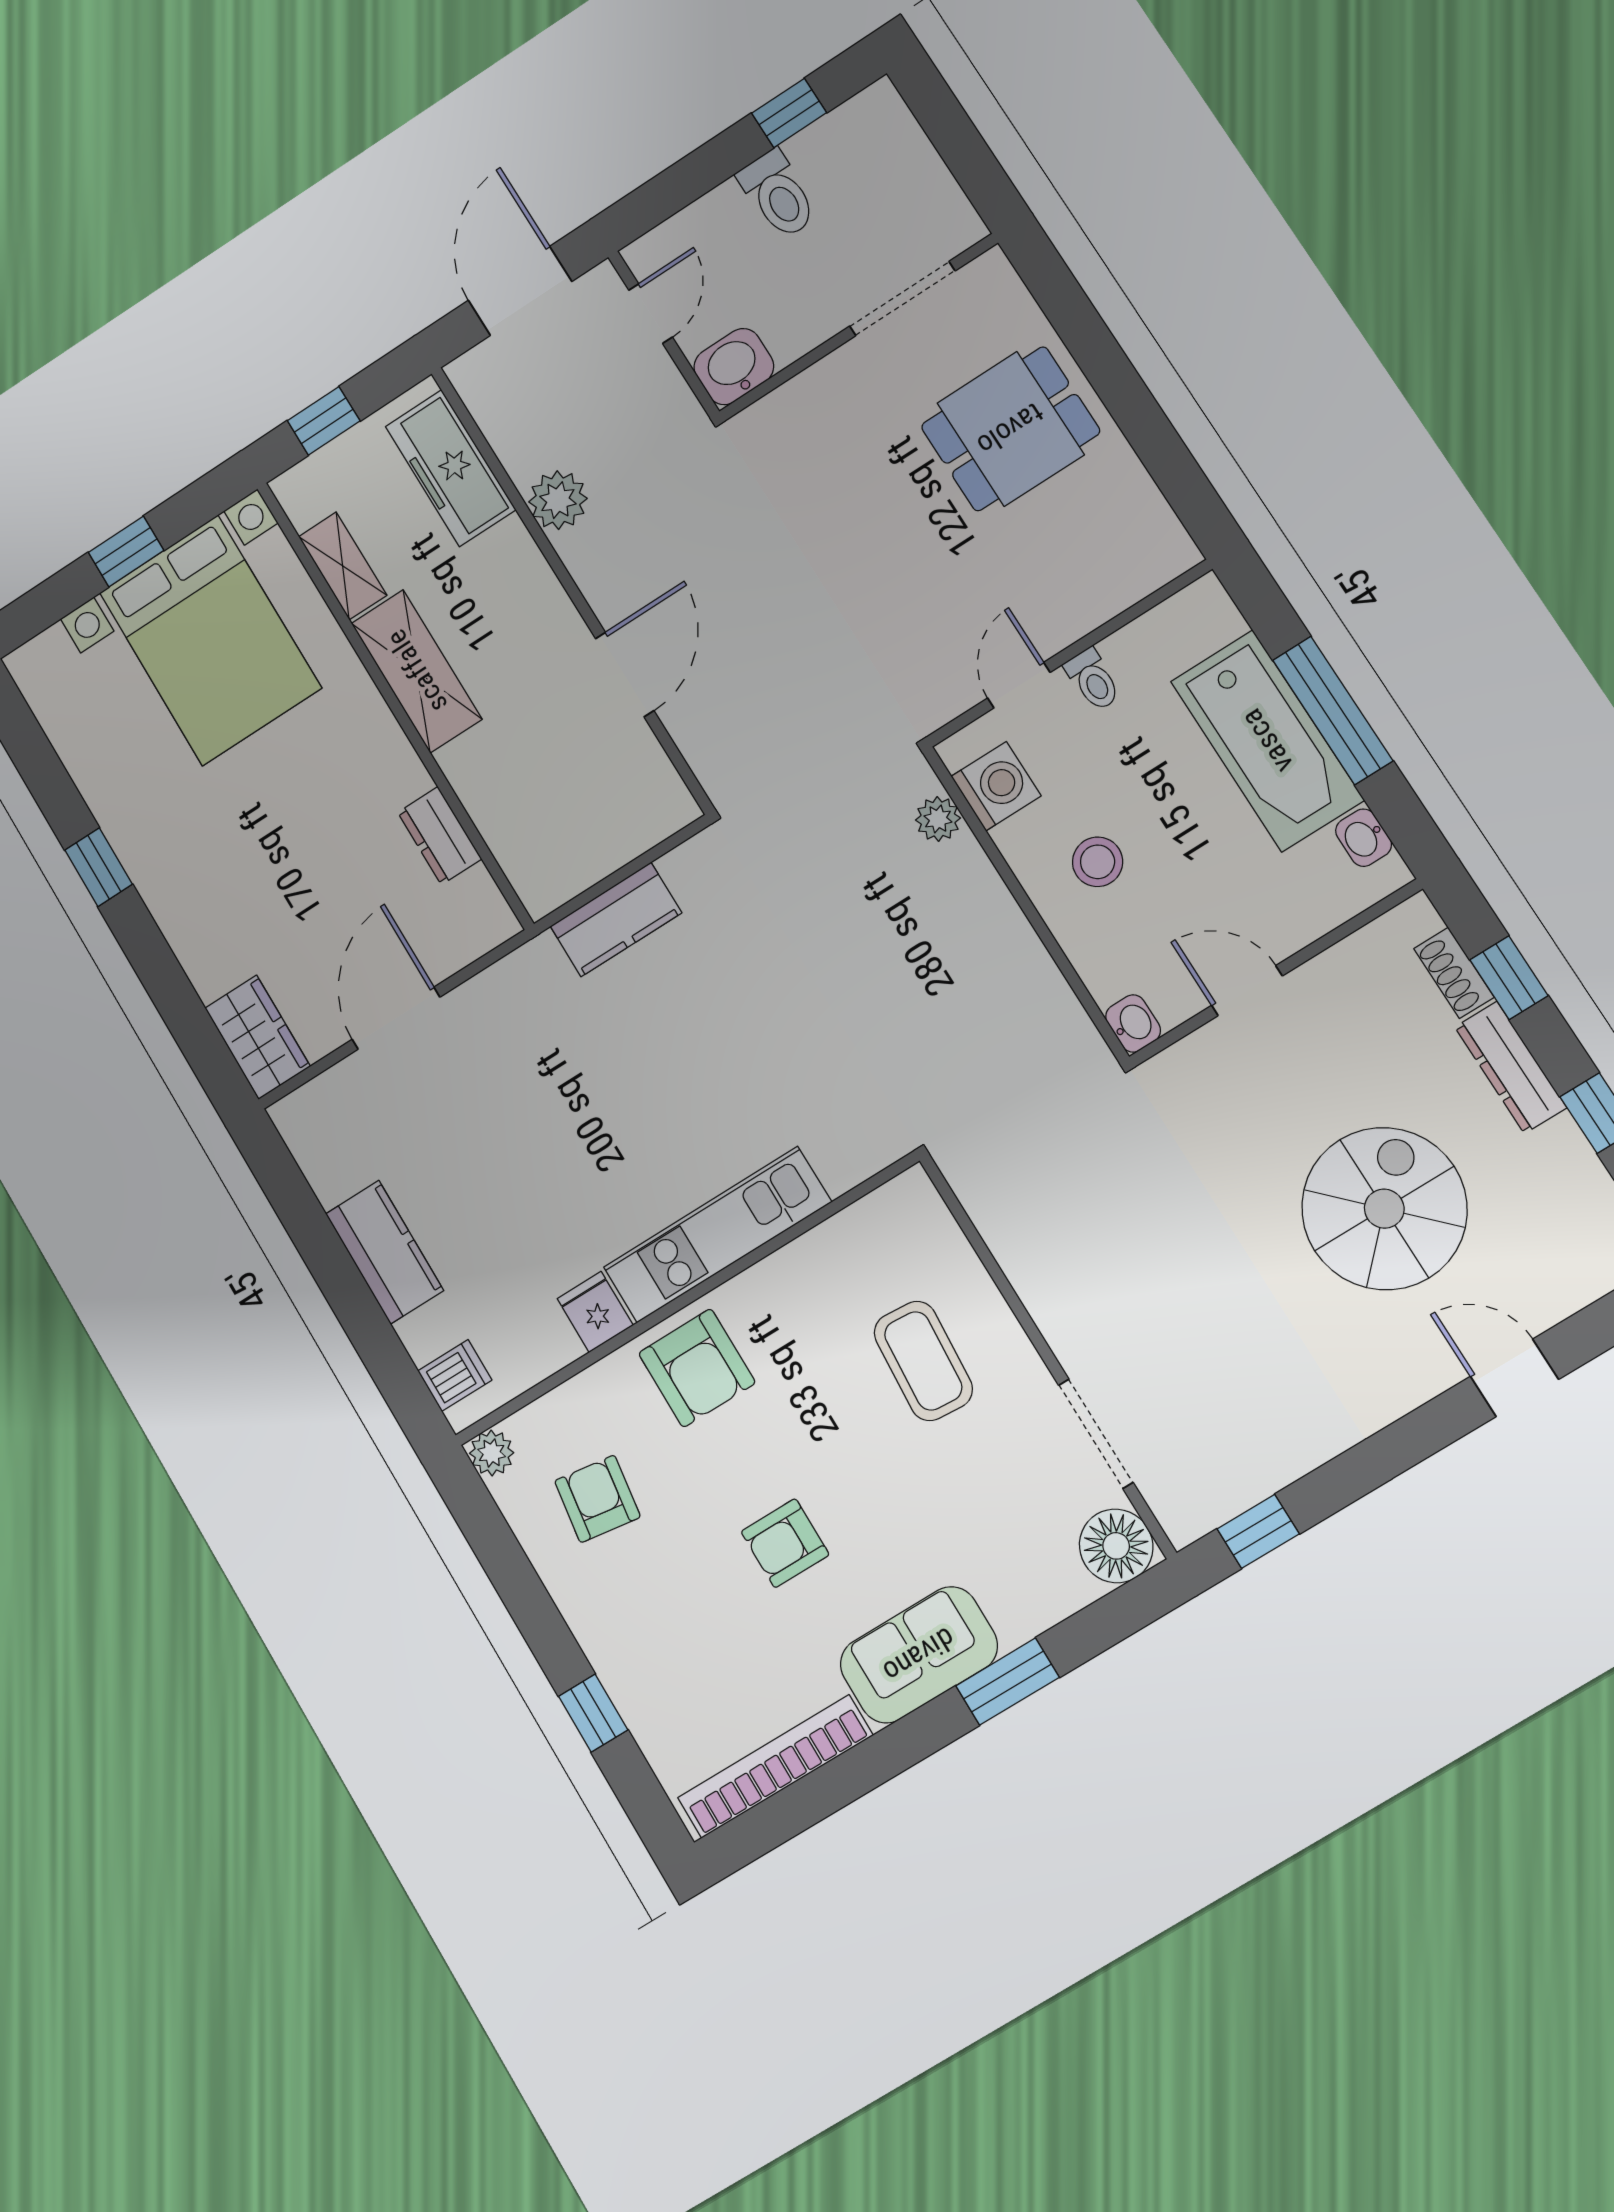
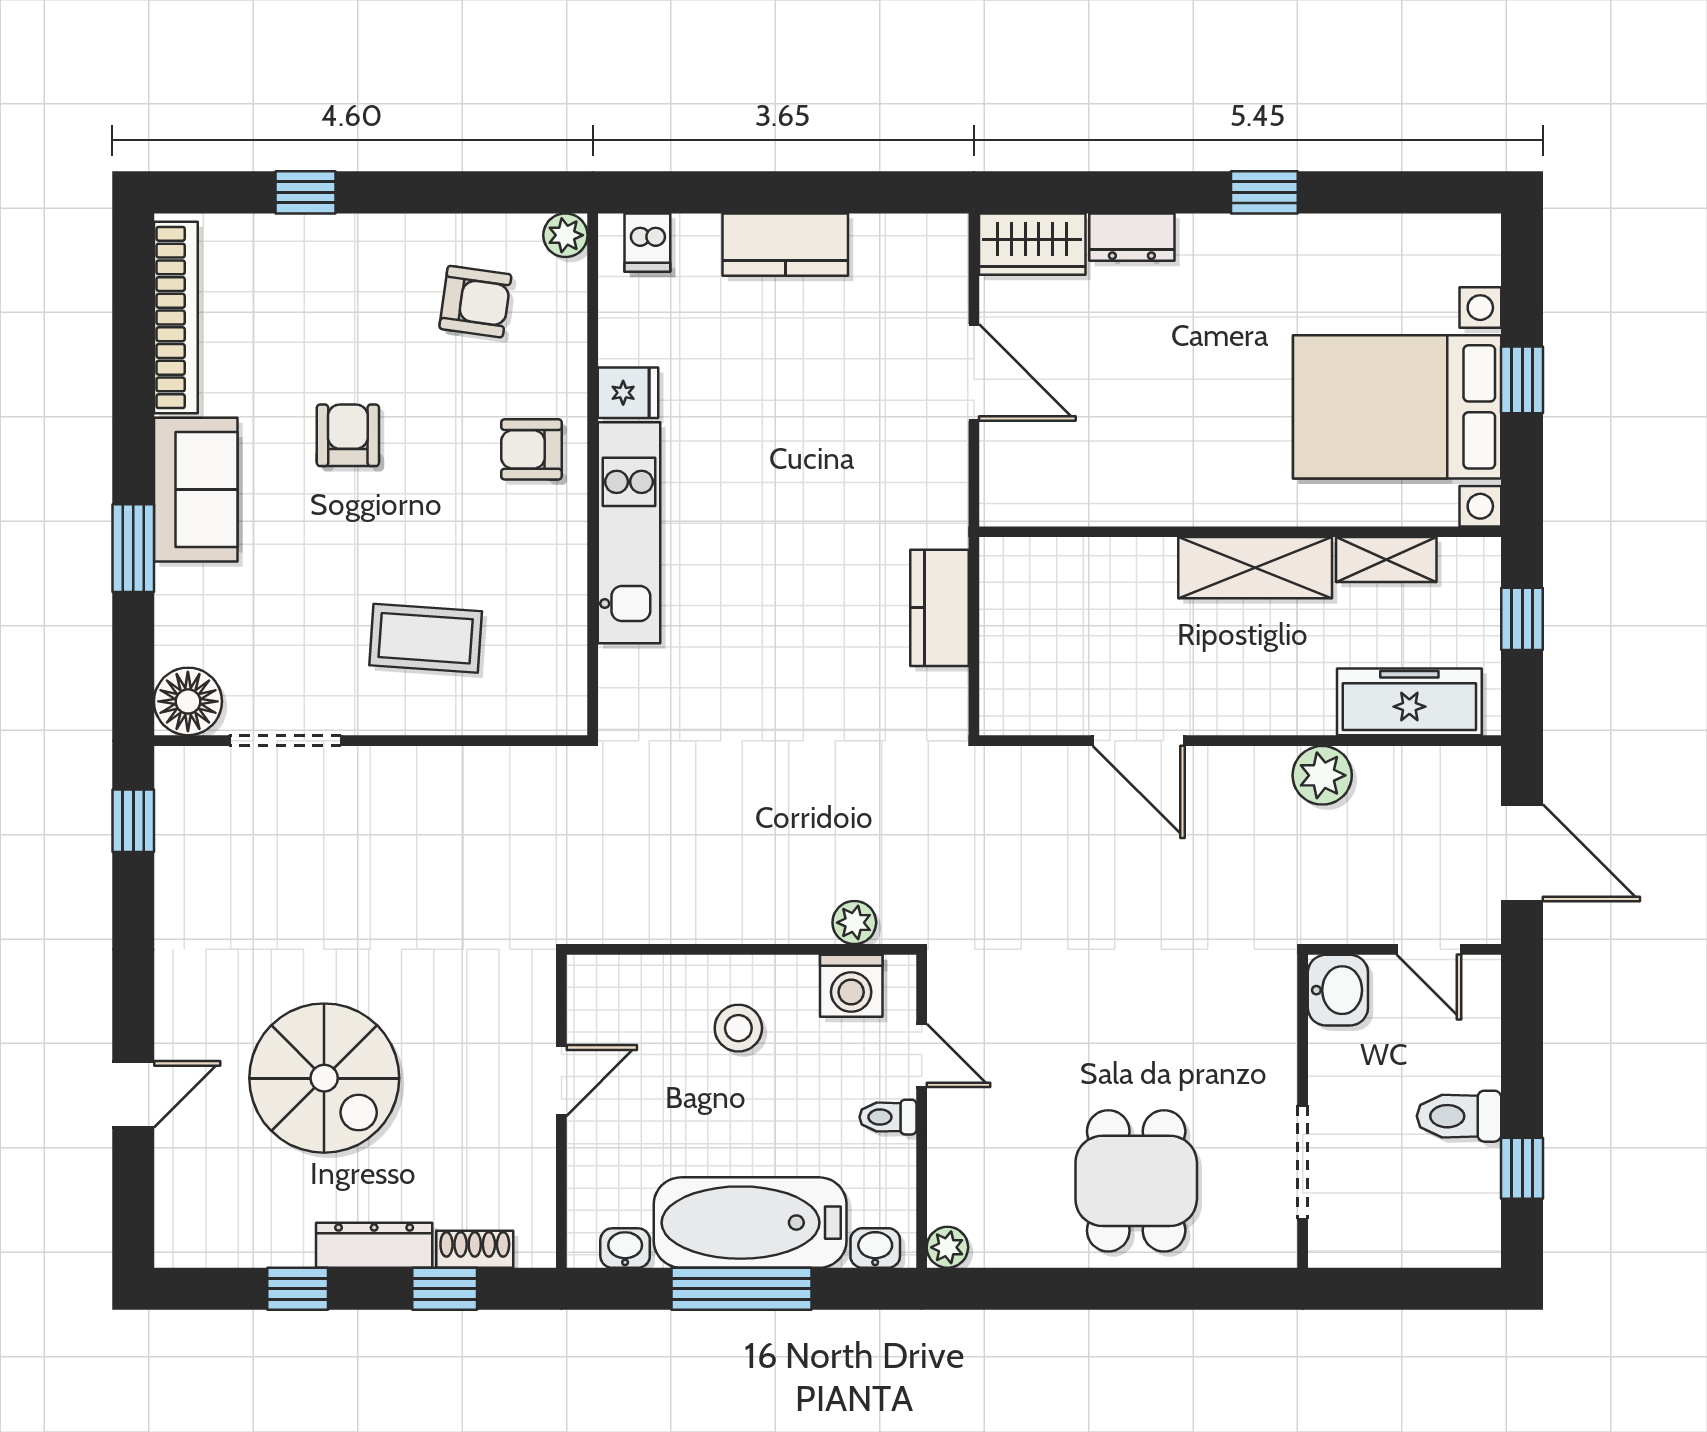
plant: (1176, 553) -> (947, 1247), added
dresser: (440, 836) -> (1132, 237), moved, turned 180
washbasin: (1133, 1023) -> (875, 1248), moved, turned 180
armchair: (697, 1368) -> (531, 449), width x0.72, depth x0.72

